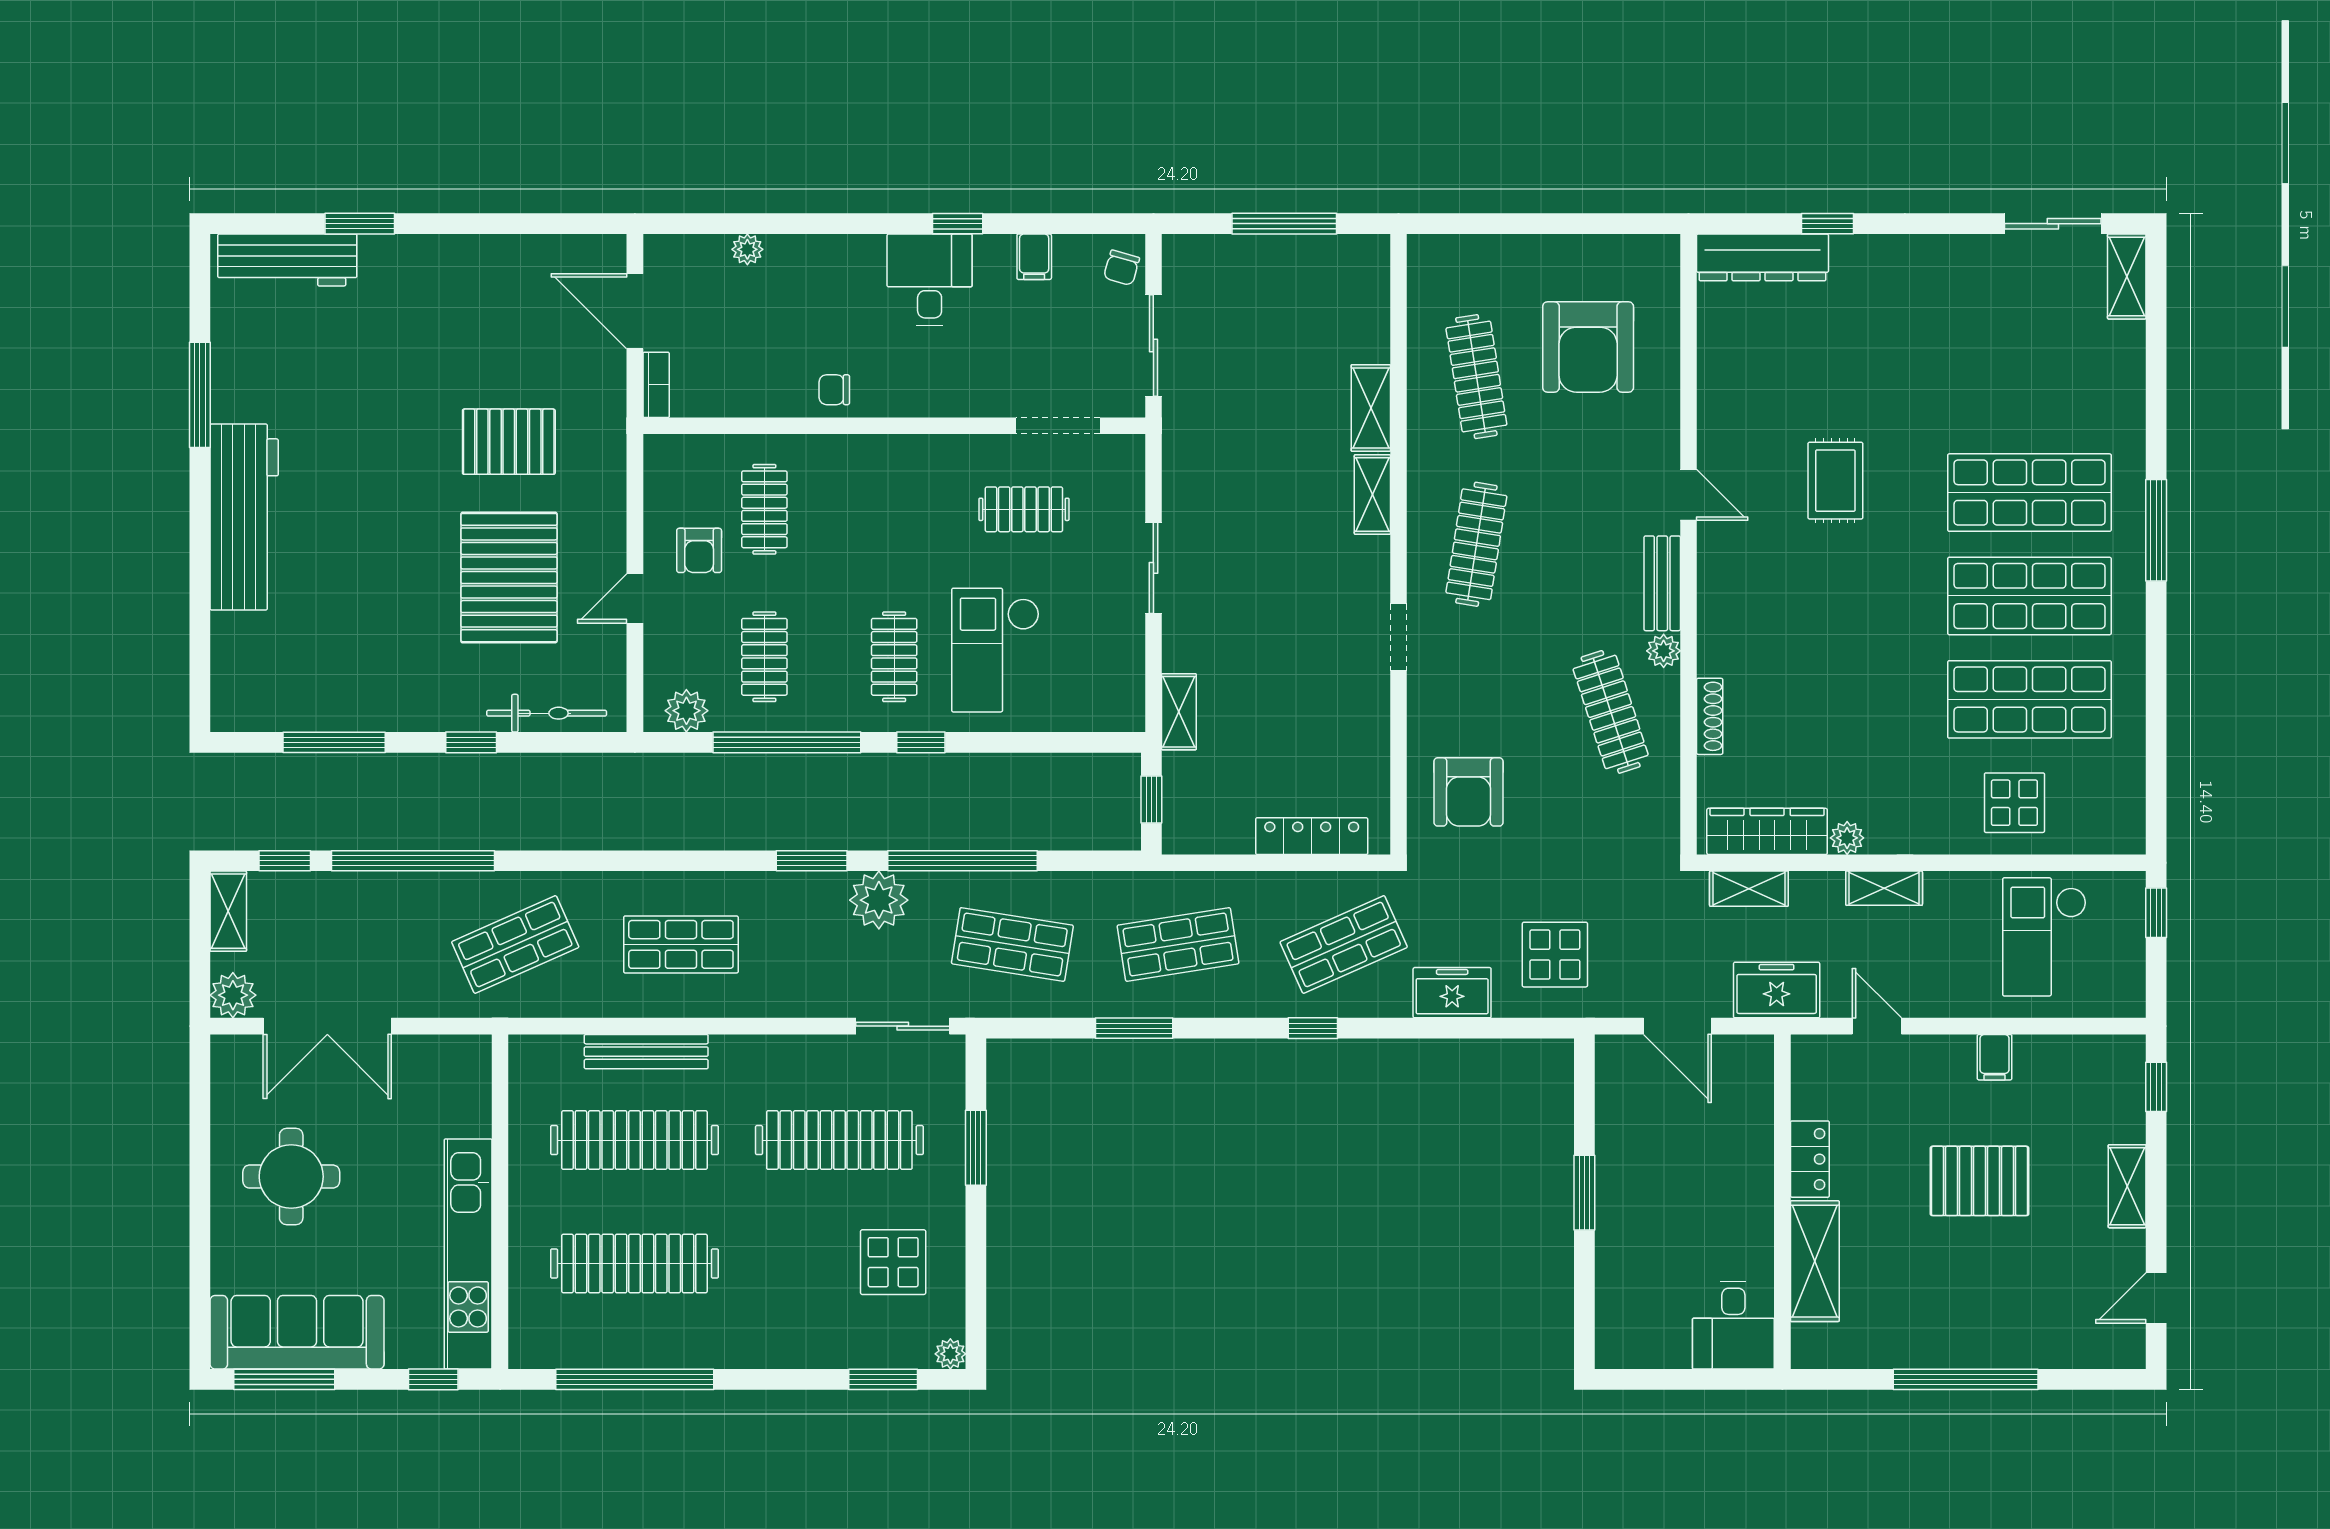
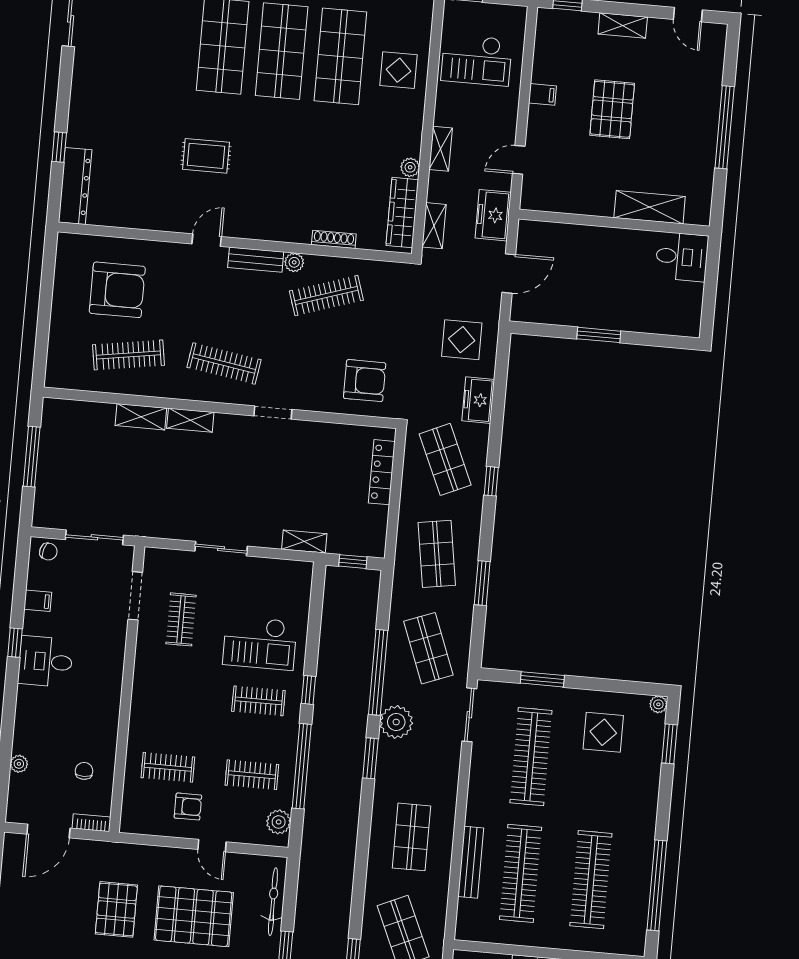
chair: (834, 390) -> (84, 771), moved, turned 180
shop shelf: (1012, 944) -> (428, 648), turned -30
locker: (1810, 1159) -> (591, 205), removed

